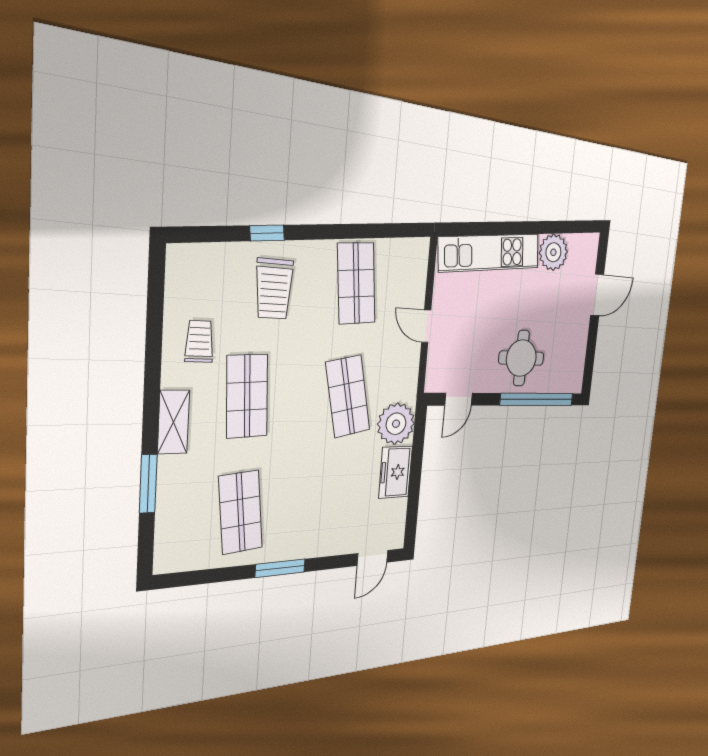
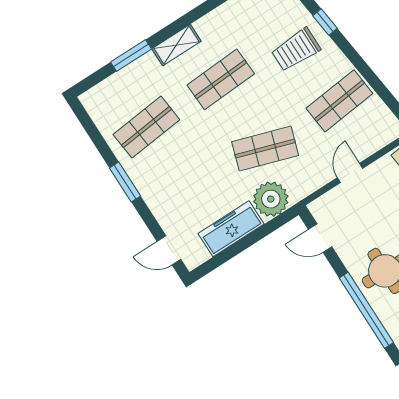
trolley: (199, 341) -> (233, 27), removed
shop shelf: (348, 396) -> (265, 149), turned 30
freezer: (396, 472) -> (231, 229), width x1.40

